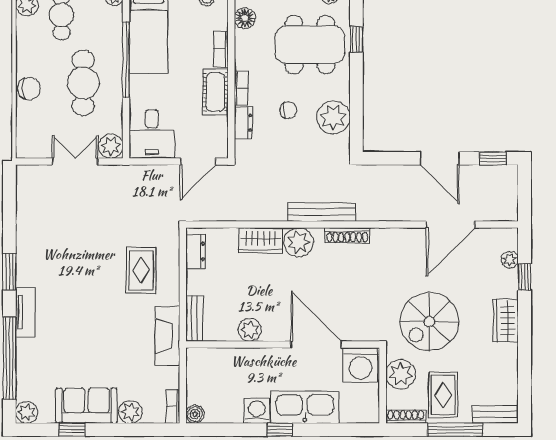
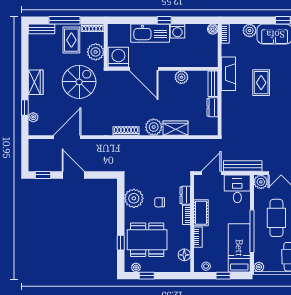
bench: (322, 212) -> (243, 166), moved
dresser: (195, 251) -> (212, 107), moved
rug: (141, 270) -> (261, 83), moved

